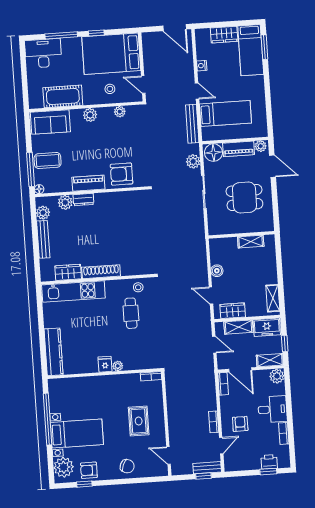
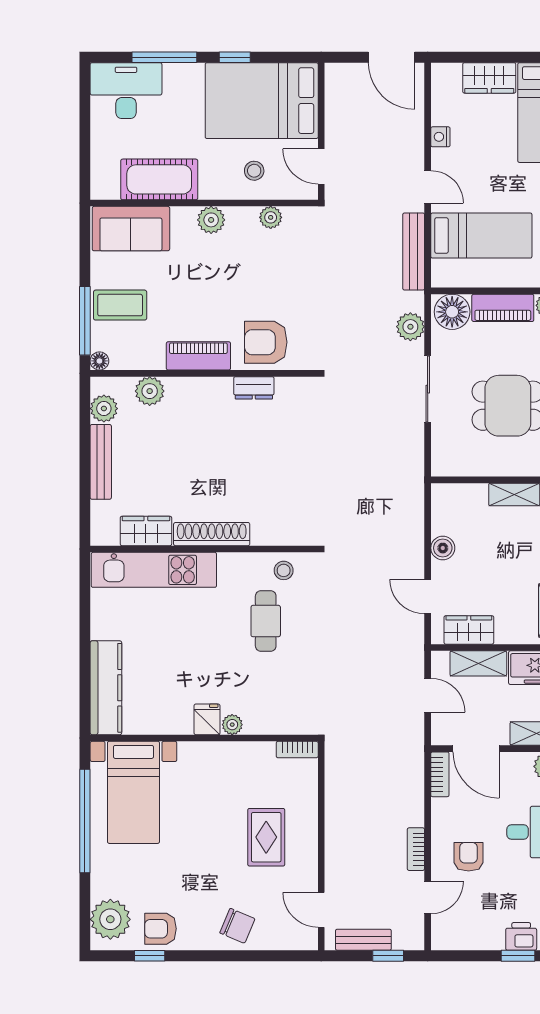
dresser: (83, 200) -> (254, 388), moved
bed with nightstands: (77, 434) -> (133, 792), moved, turned 90
bench: (207, 468) -> (363, 940), moved

